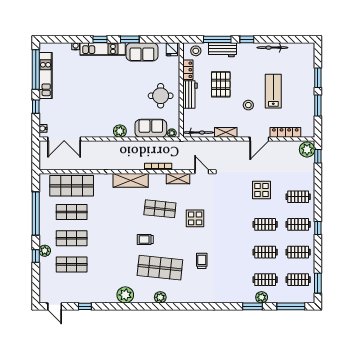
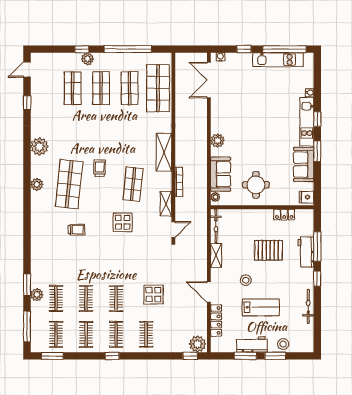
stool: (196, 51) -> (283, 344), moved
workbench: (190, 95) -> (252, 344), moved, turned 180

